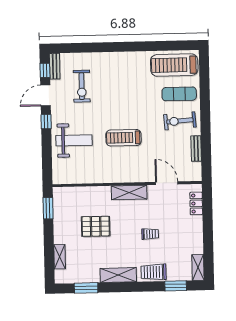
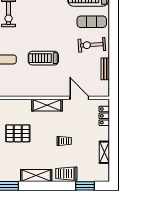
shelving: (198, 267) -> (104, 152), moved

